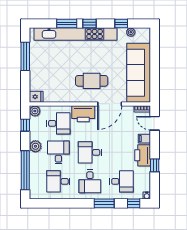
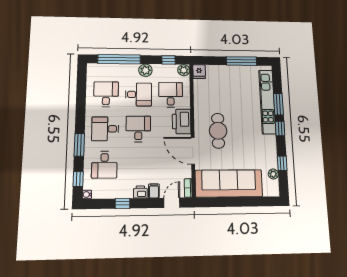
kitchen unit: (75, 34) -> (267, 102), width x0.73
desk: (58, 123) -> (171, 95), turned 180
printer: (143, 155) -> (140, 192), width x0.53, depth x0.68

